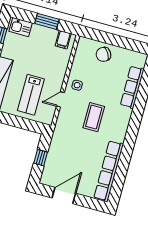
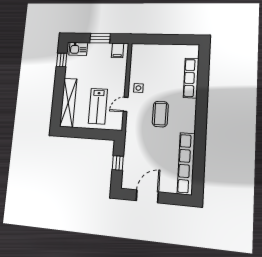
chair: (103, 54) -> (157, 55), removed

